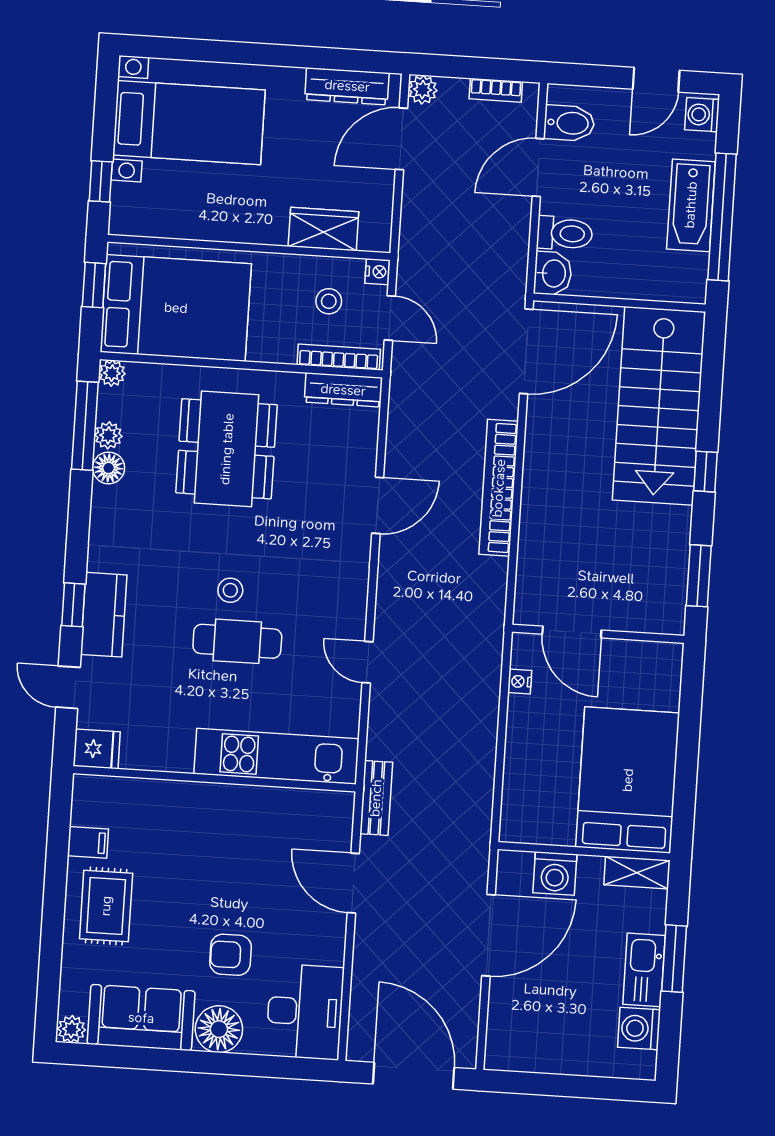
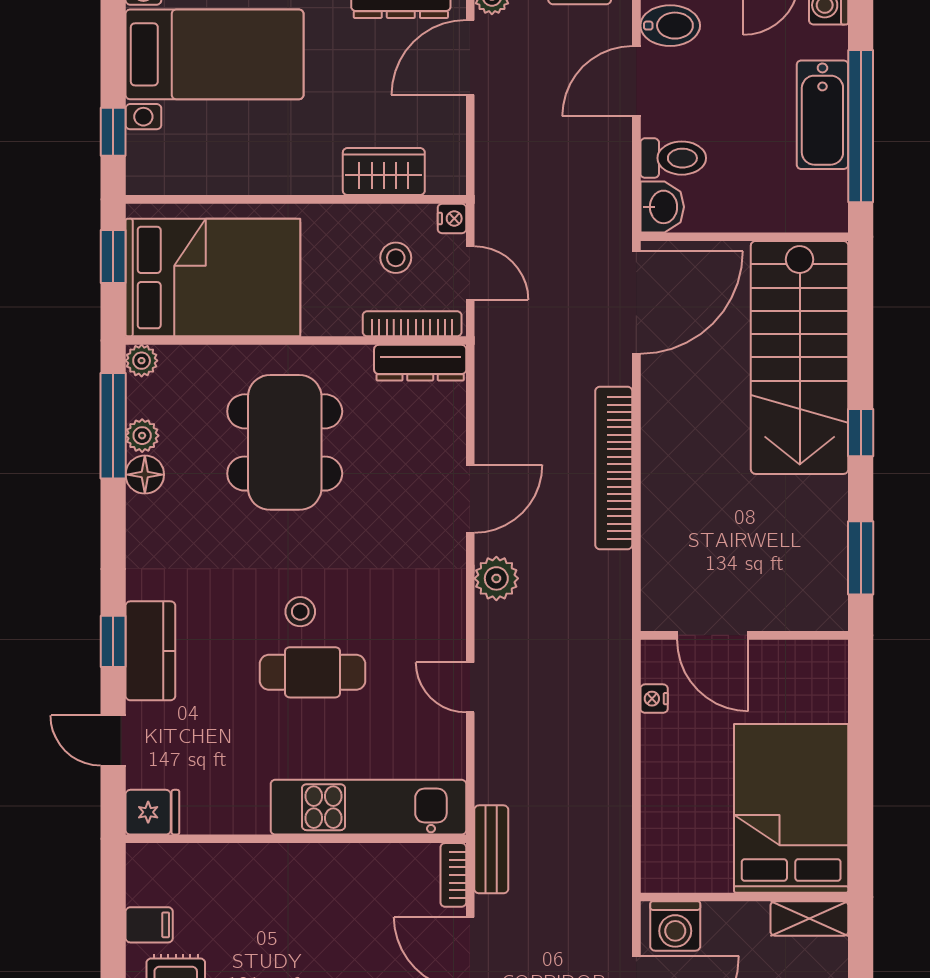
plant: (395, 573) -> (496, 578), added
bookcase: (343, 817) -> (453, 875), added
washing machine: (555, 873) -> (675, 926), moved

